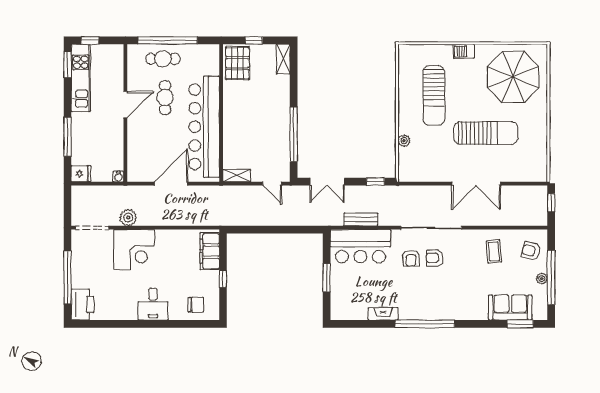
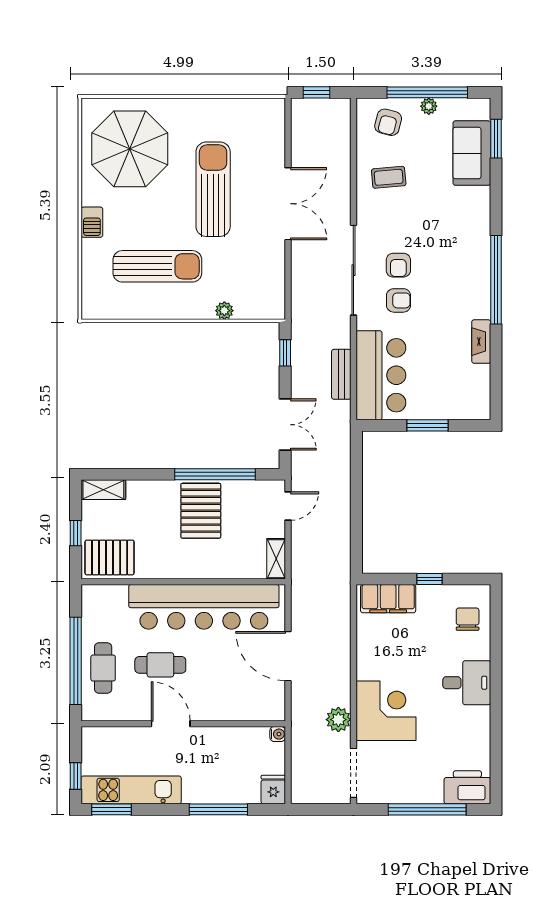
pallet: (269, 125) -> (201, 511), added

